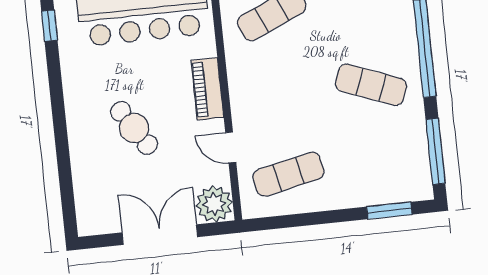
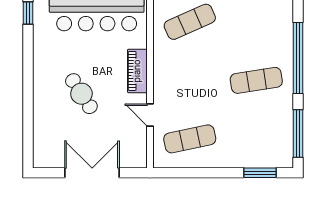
exercise mat: (371, 85) -> (256, 80), turned -30
plant: (214, 204) -> (134, 155), removed

